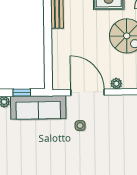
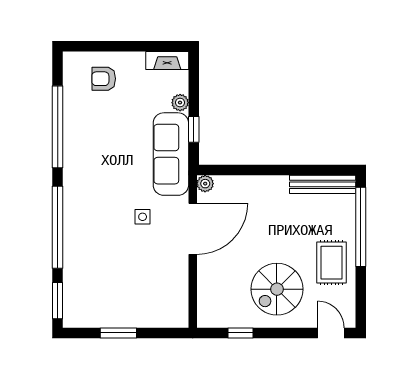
plant: (116, 84) -> (205, 184), moved

